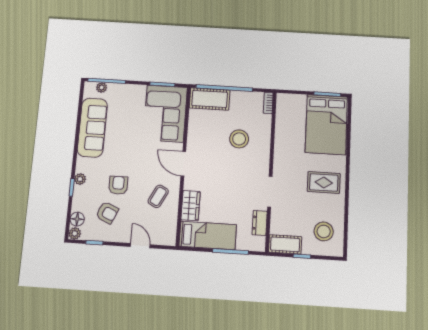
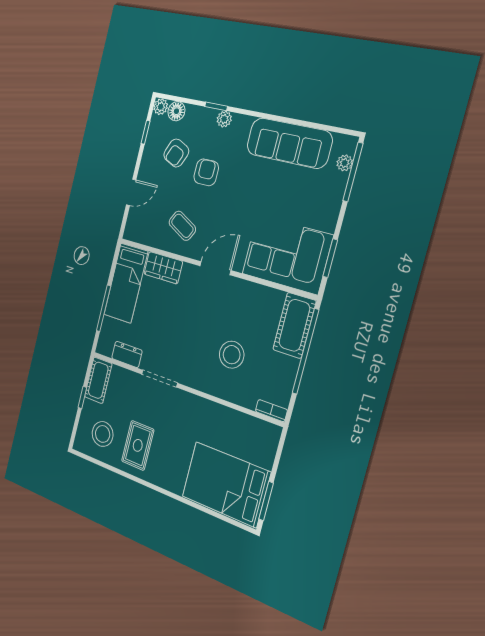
rug: (324, 182) -> (138, 445), moved
armchair: (118, 185) -> (206, 172), turned -90

